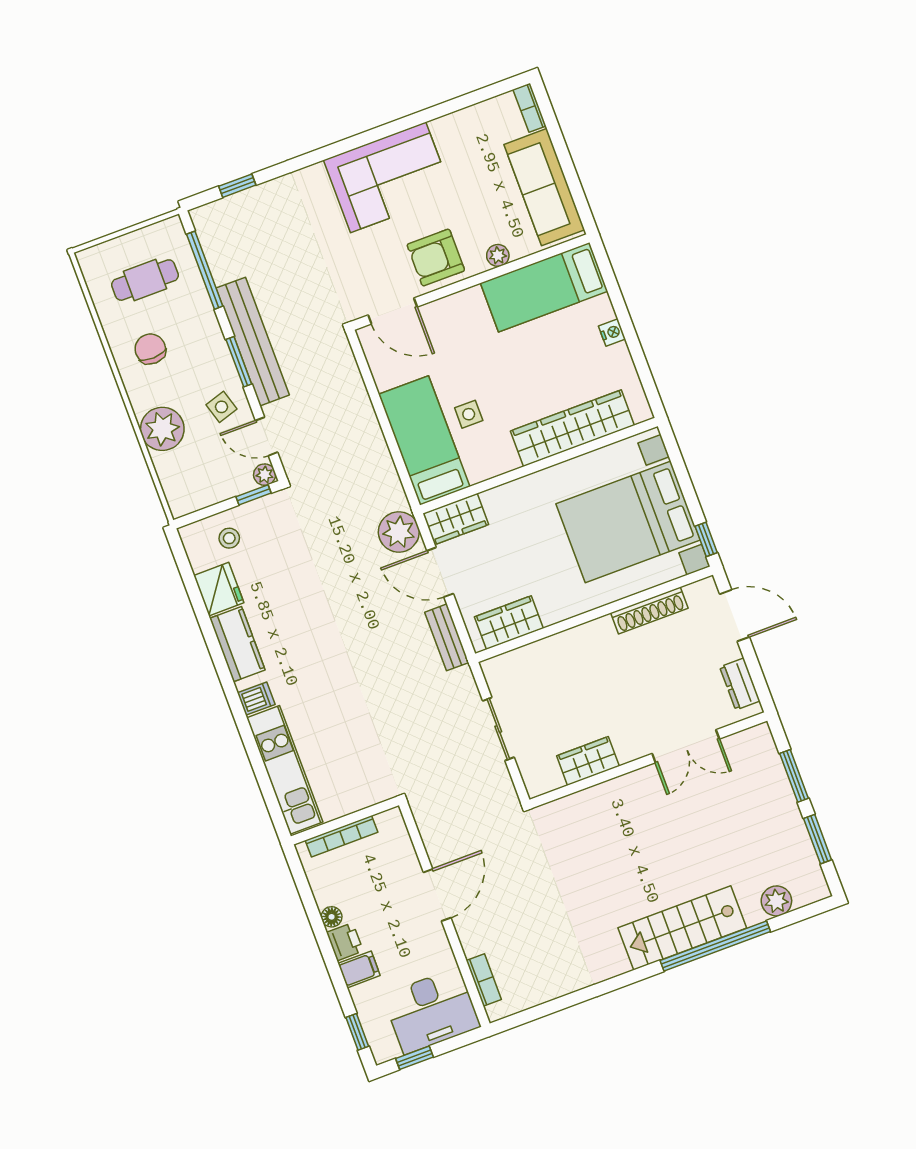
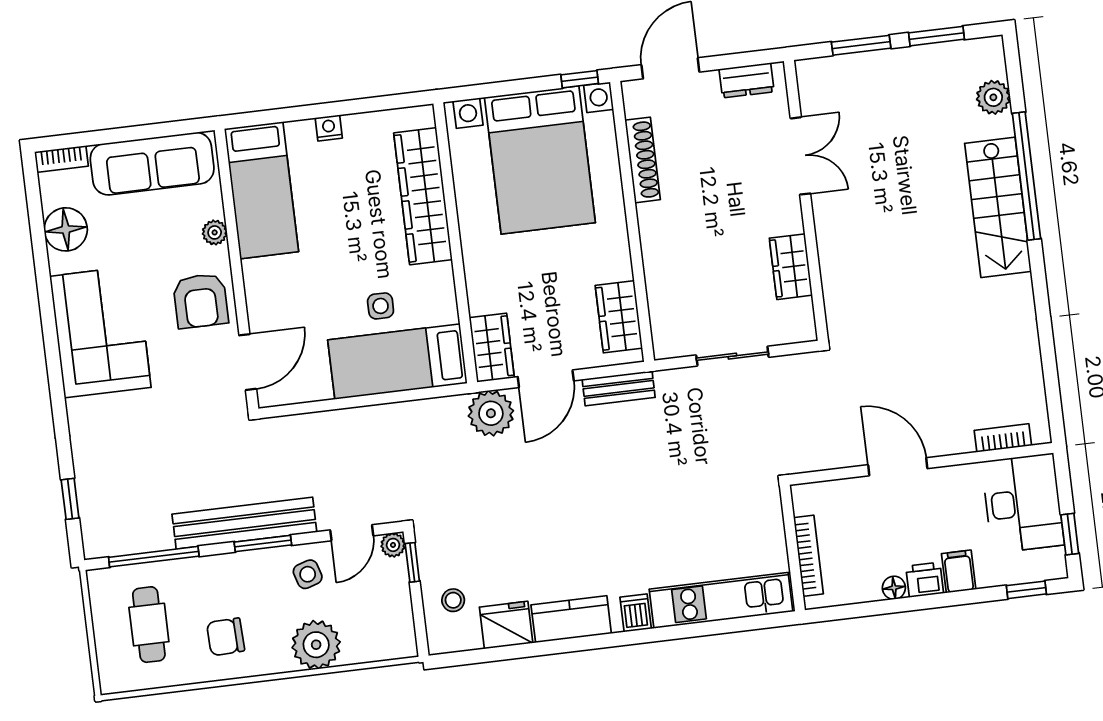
floor lamp: (470, 126) -> (66, 229), added

